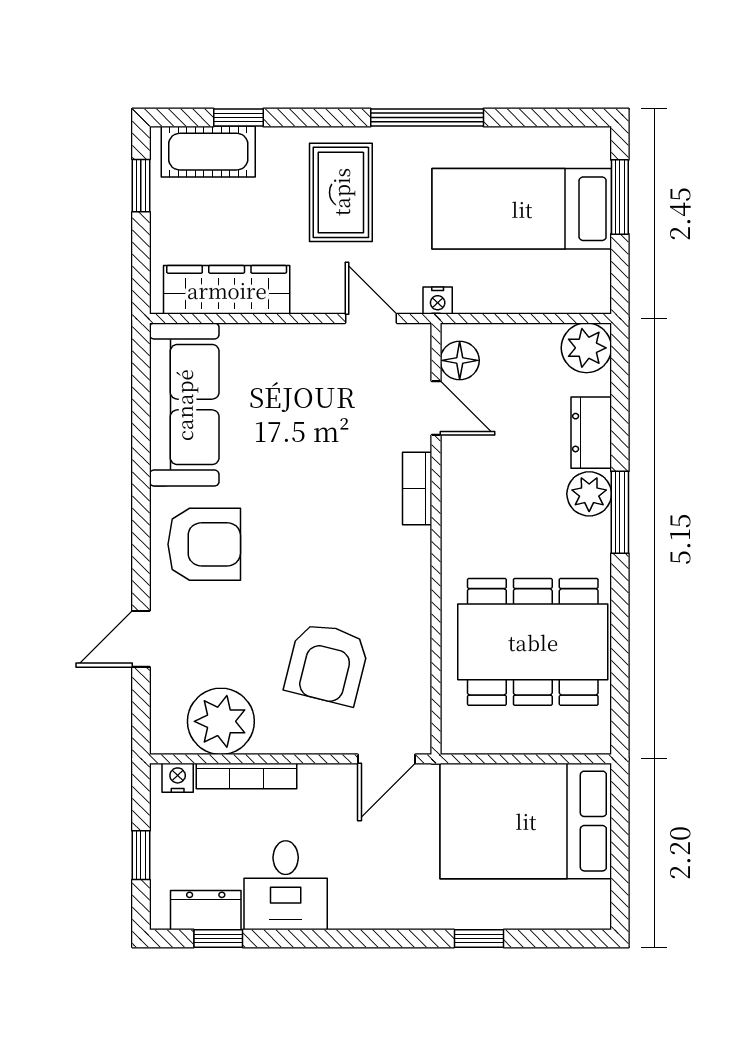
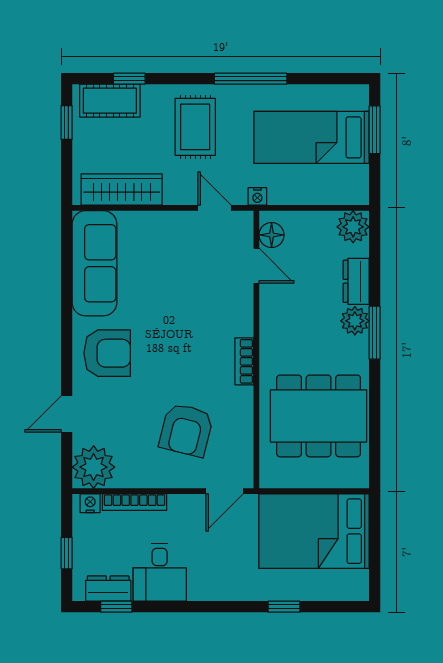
bookcase: (417, 488) -> (244, 361), moved
plant: (221, 721) -> (94, 467), moved

